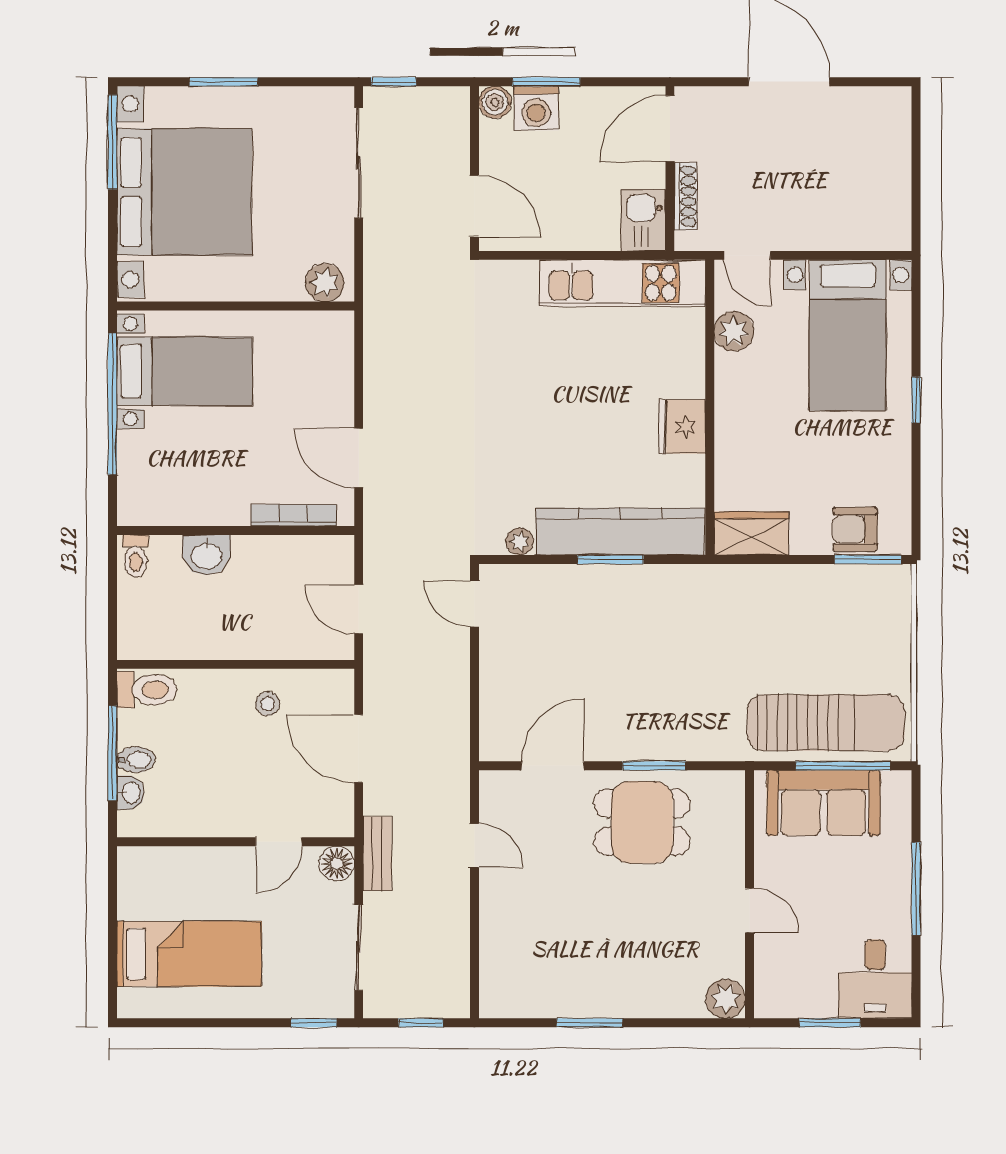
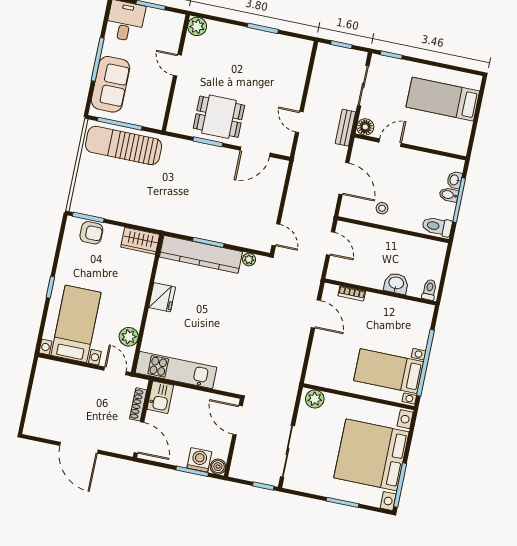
door: (670, 129) -> (139, 437), hinge flipped
bookcase: (294, 515) -> (352, 294), width x0.64
sofa: (823, 803) -> (110, 84), moved, turned 90

